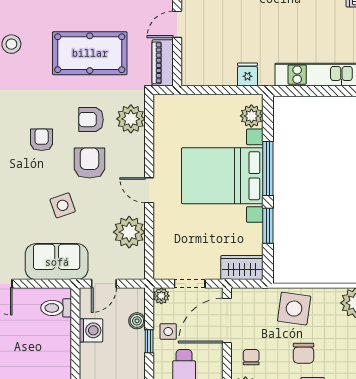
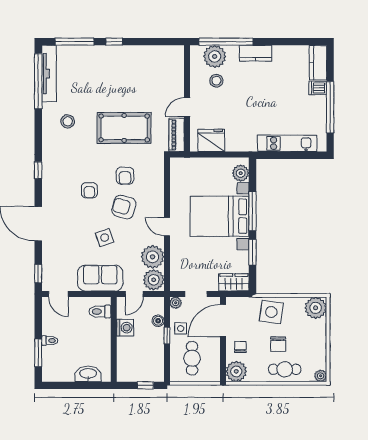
fridge: (247, 74) -> (211, 140), moved, width x1.88, depth x1.34
plant: (131, 119) -> (154, 280), moved
armchair: (91, 120) -> (125, 176), turned -90
armchair: (42, 140) -> (89, 190), turned 180
armchair: (89, 163) -> (124, 207), turned -74

